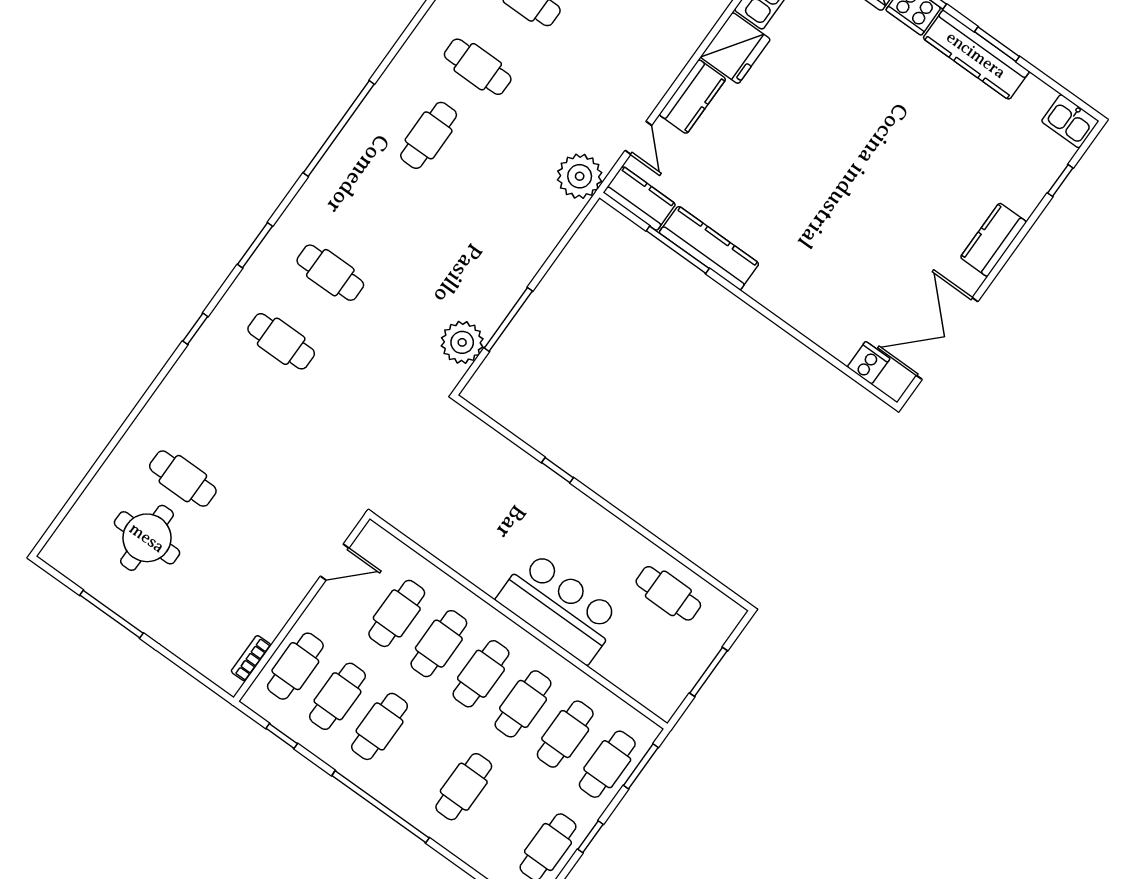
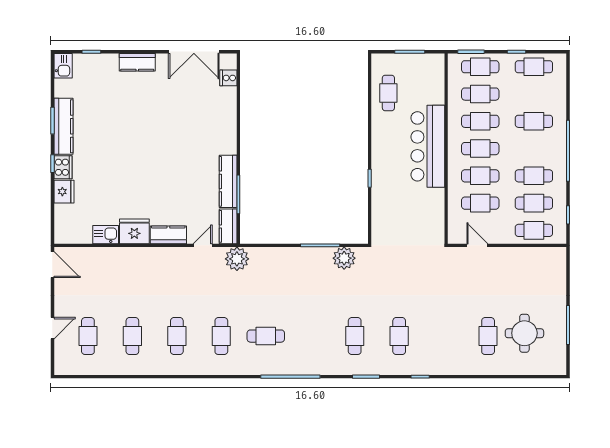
bar counter: (559, 607) -> (428, 146), width x1.36
bookcase: (251, 658) -> (544, 252), removed

